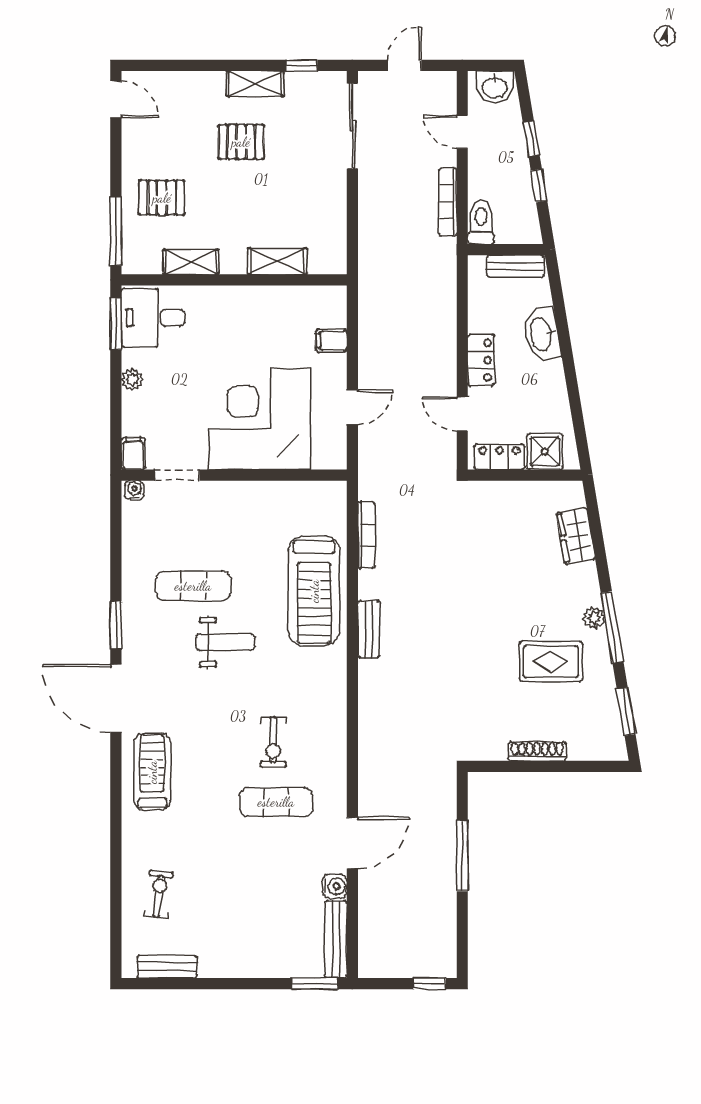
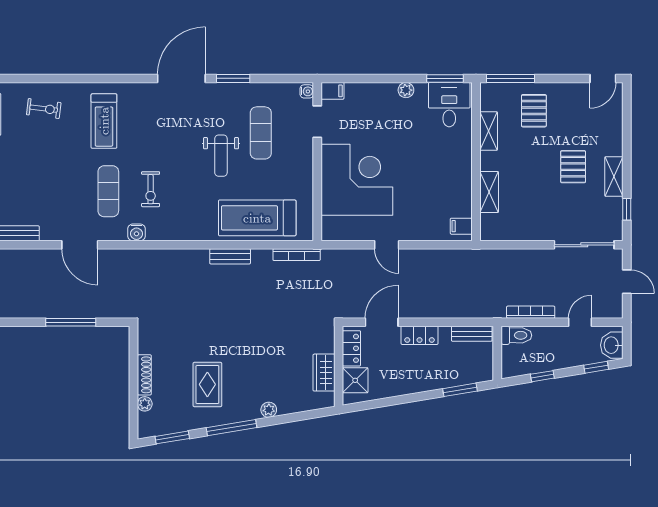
window: (531, 139) -> (596, 367), moved
bench: (515, 266) -> (472, 334), moved, turned 90
window: (558, 303) -> (460, 390), added
washbasin: (542, 334) -> (438, 378), removed
filing cabinet: (331, 340) -> (461, 226), moved, turned -90
door: (462, 414) -> (382, 322), width x1.37
corner desk: (260, 419) -> (357, 180), moved
filing cabinet: (133, 453) -> (333, 91), moved
doorway: (177, 475) -> (317, 122), moved
wall: (234, 475) -> (317, 162), moved
water cooler: (134, 490) -> (307, 91), moved
wardrobe: (576, 536) -> (324, 373), moved, turned -81
plant: (594, 618) -> (269, 410), moved
exercise bike: (273, 742) -> (151, 189), turned -90
plant: (578, 751) -> (145, 404), added
treadmill: (152, 772) -> (104, 121), moved, turned 90
water cooler: (335, 886) -> (136, 232), moved

